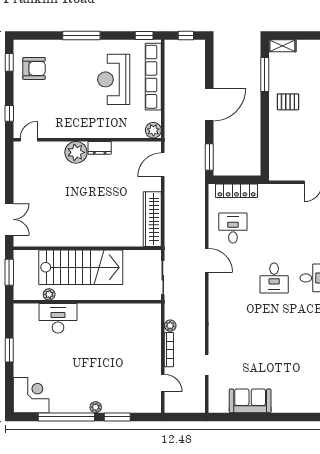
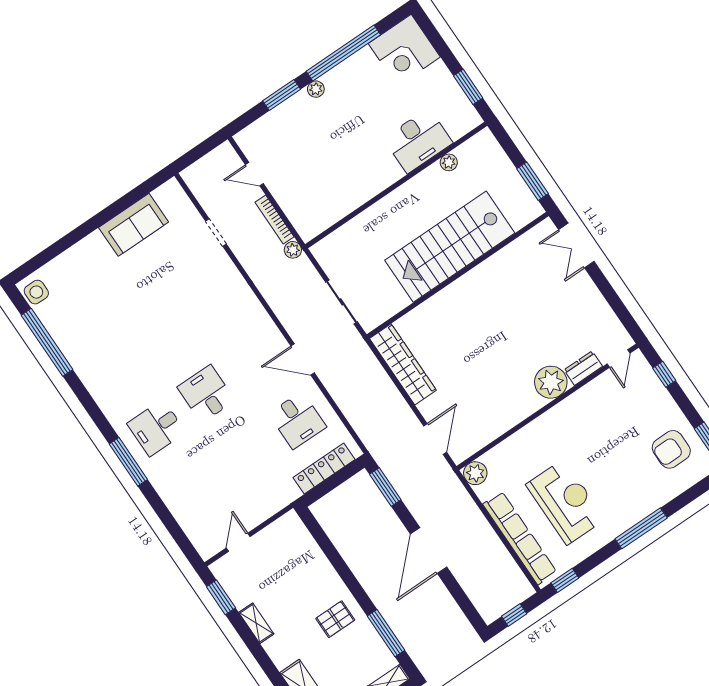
dresser: (100, 148) -> (583, 368), moved
plant: (49, 294) -> (449, 162), moved
wall: (87, 302) -> (396, 185), moved
desk: (58, 318) -> (418, 141), moved

